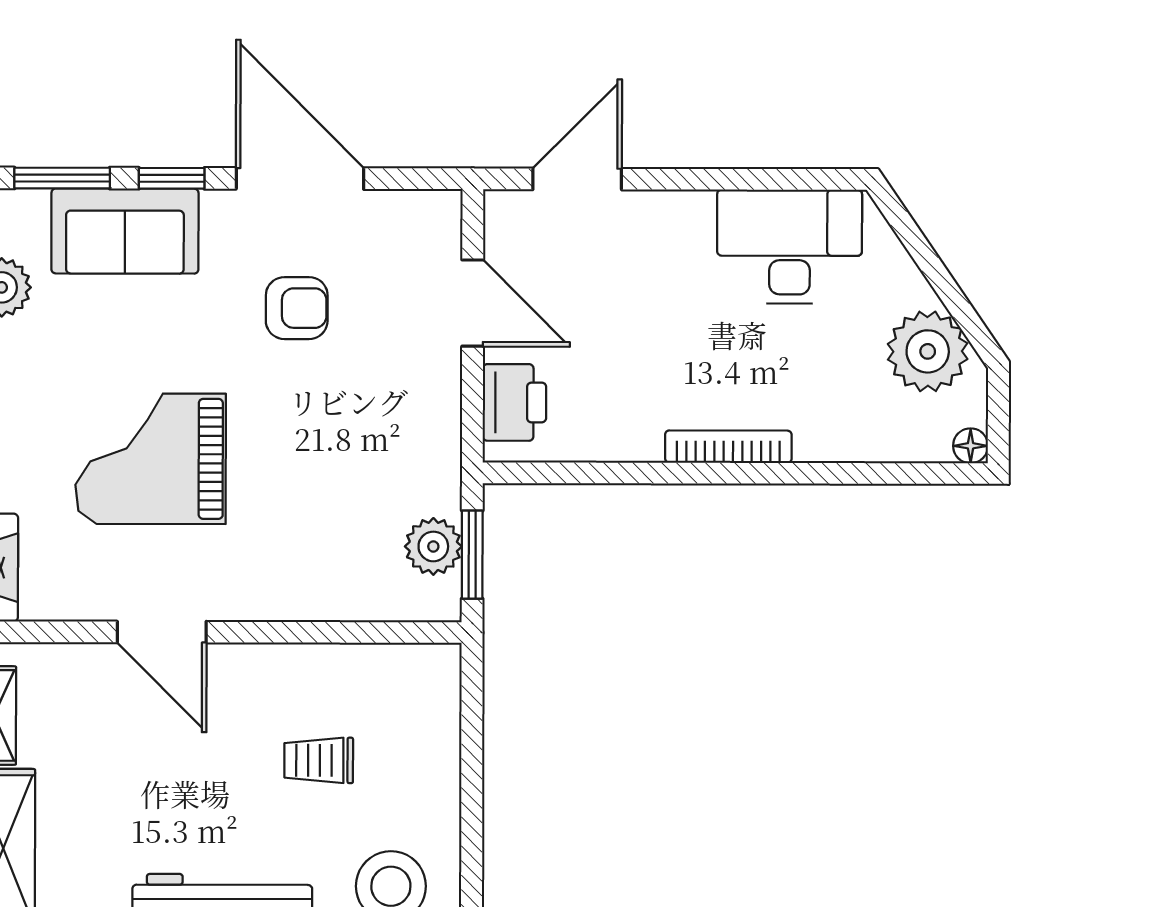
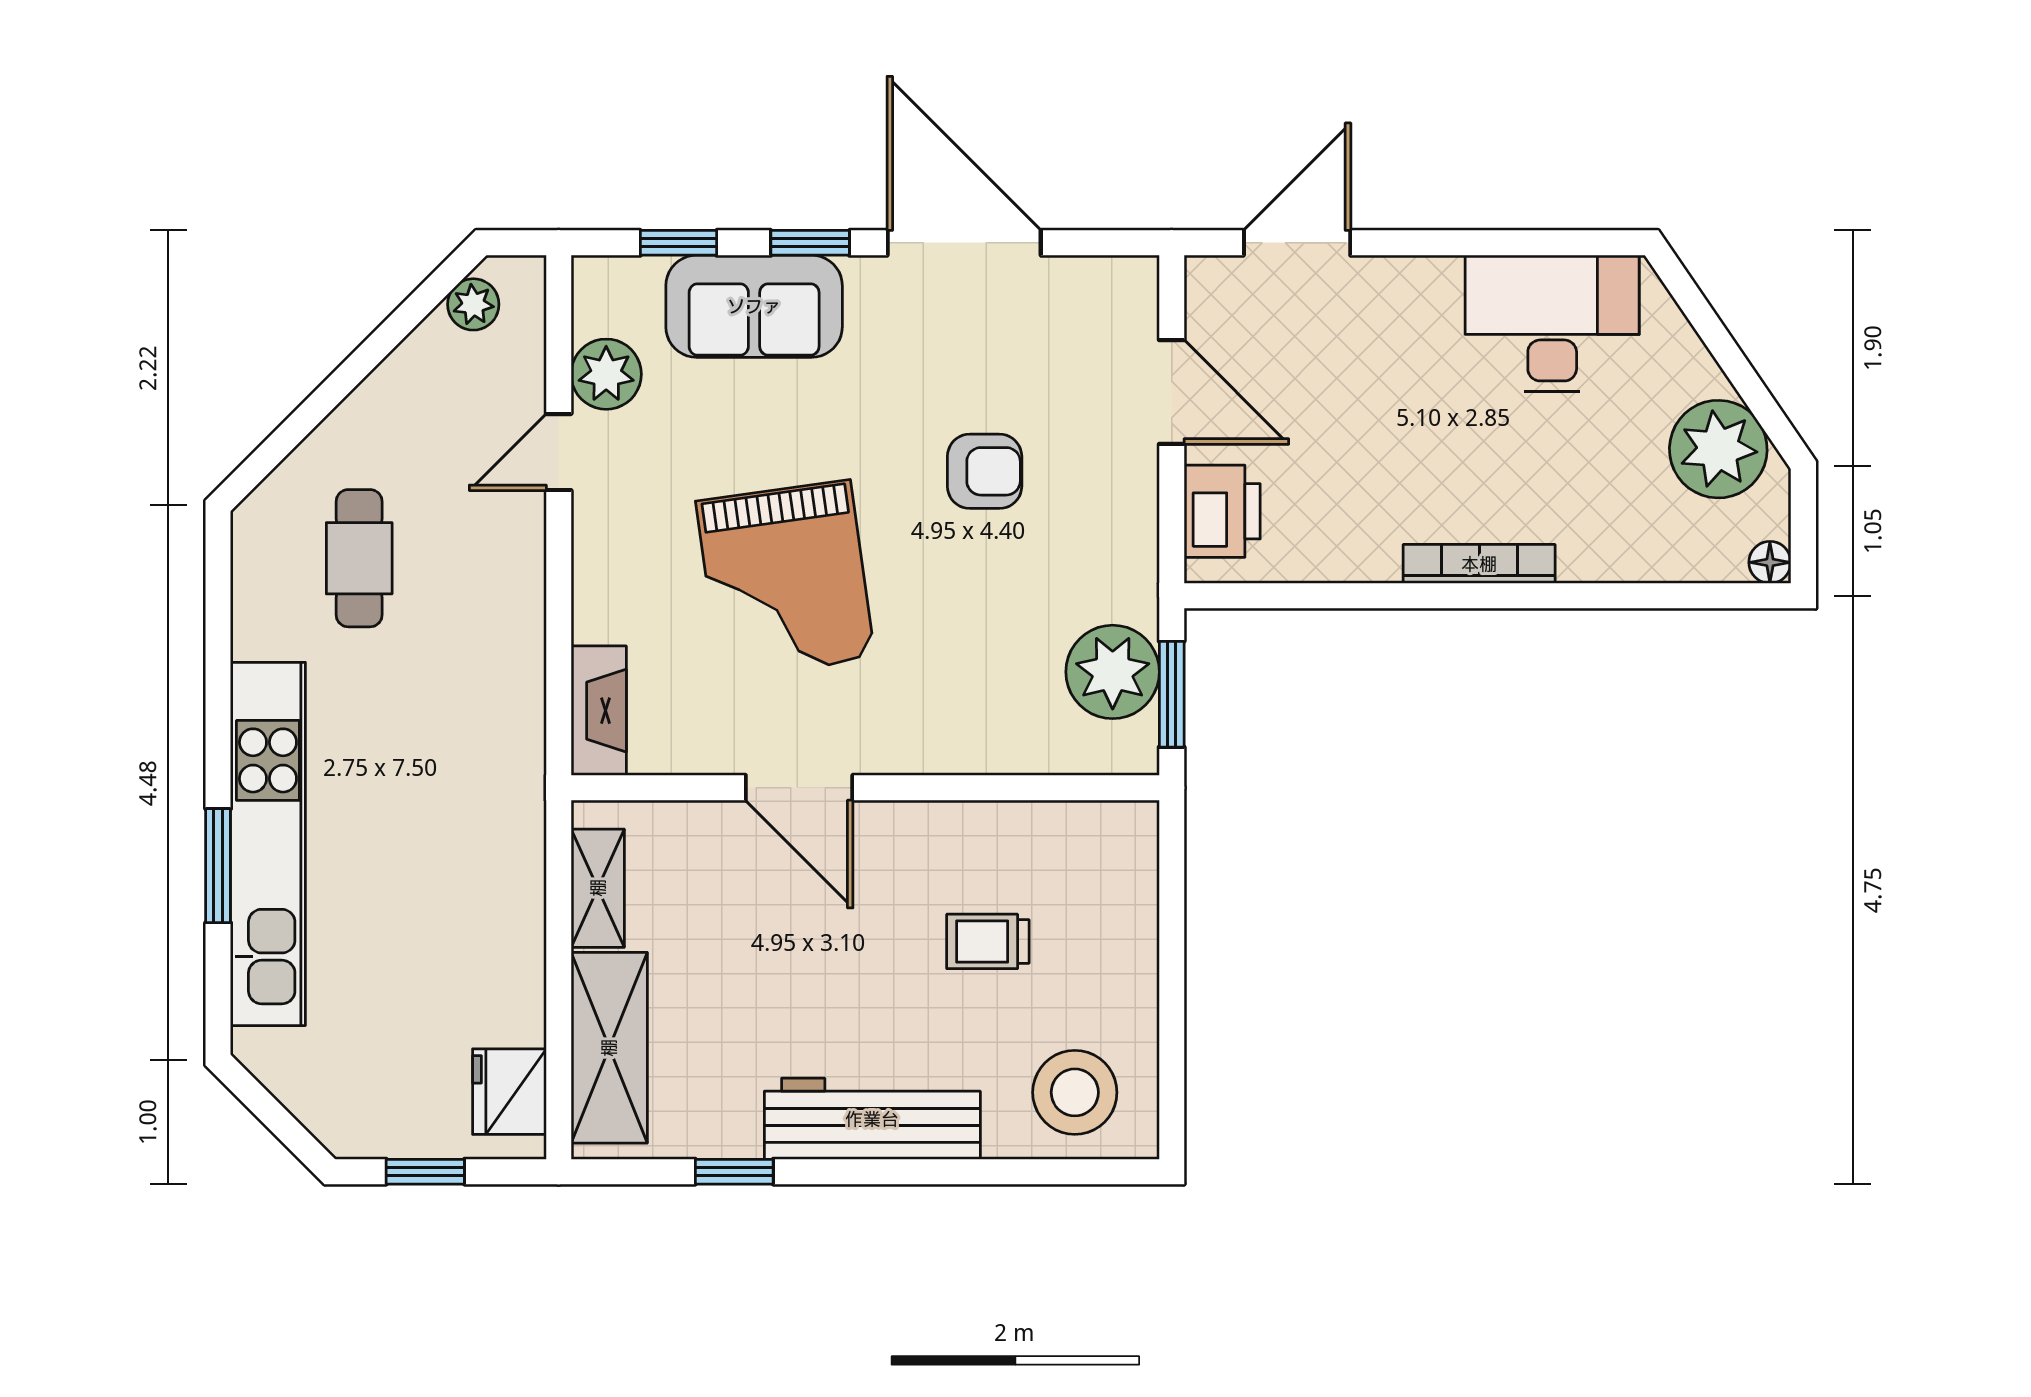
window: (62, 178) -> (678, 243), width x0.67
armchair: (297, 308) -> (985, 471), moved
grand piano: (151, 459) -> (785, 580), turned -98
plant: (433, 546) -> (1113, 672), width x1.36, depth x1.36

